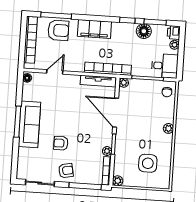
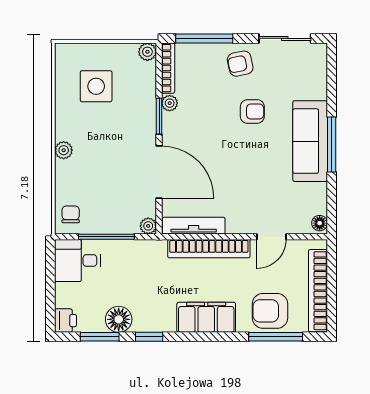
plant: (175, 45) -> (63, 299), removed
bookcase: (108, 69) -> (209, 249), moved

